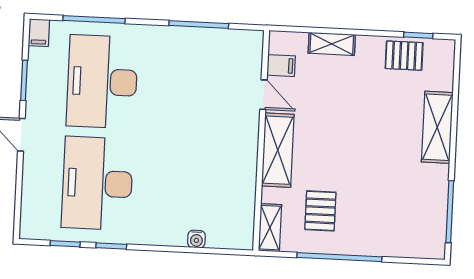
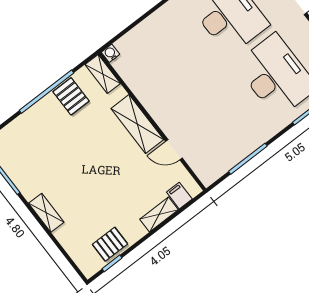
filing cabinet: (281, 66) -> (179, 196), moved, turned 90
shelving: (437, 127) -> (46, 213), width x0.67, depth x0.75
pallet: (320, 211) -> (71, 96), moved
water cooler: (196, 239) -> (110, 53), moved

